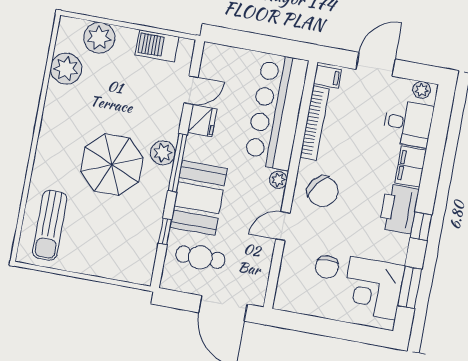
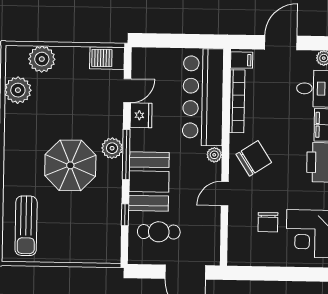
barbecue: (157, 46) -> (107, 58), moved
chair: (323, 191) -> (254, 158), turned -70

